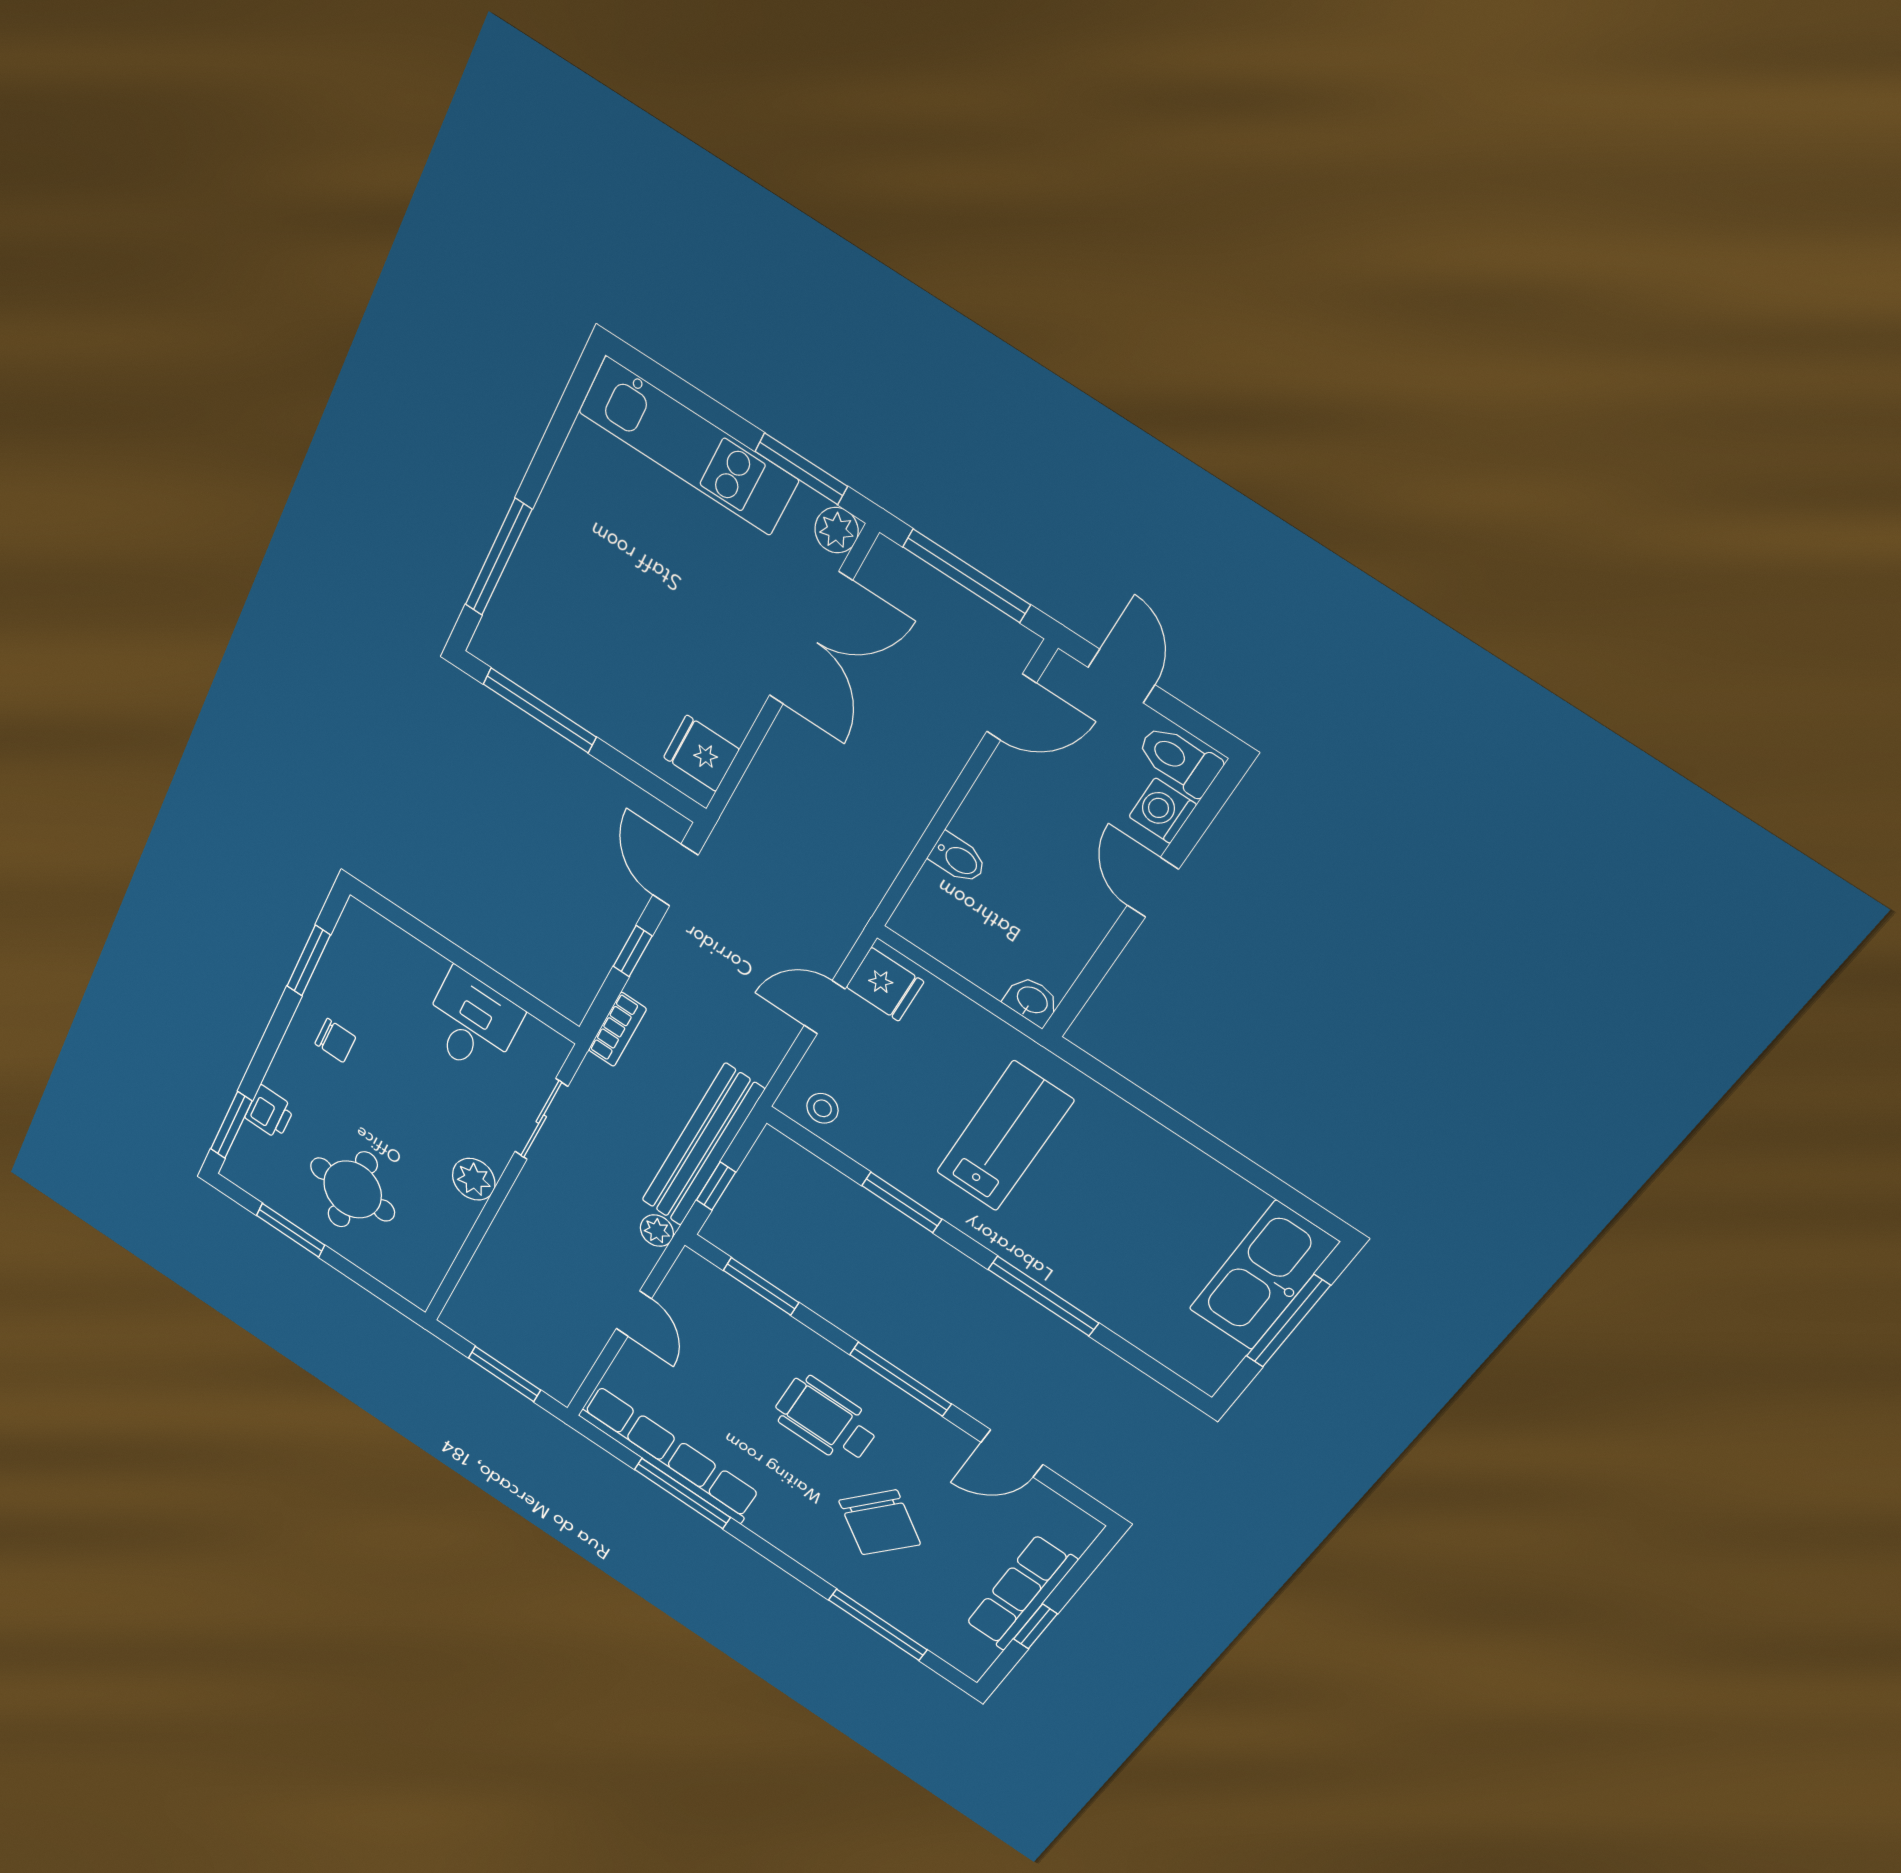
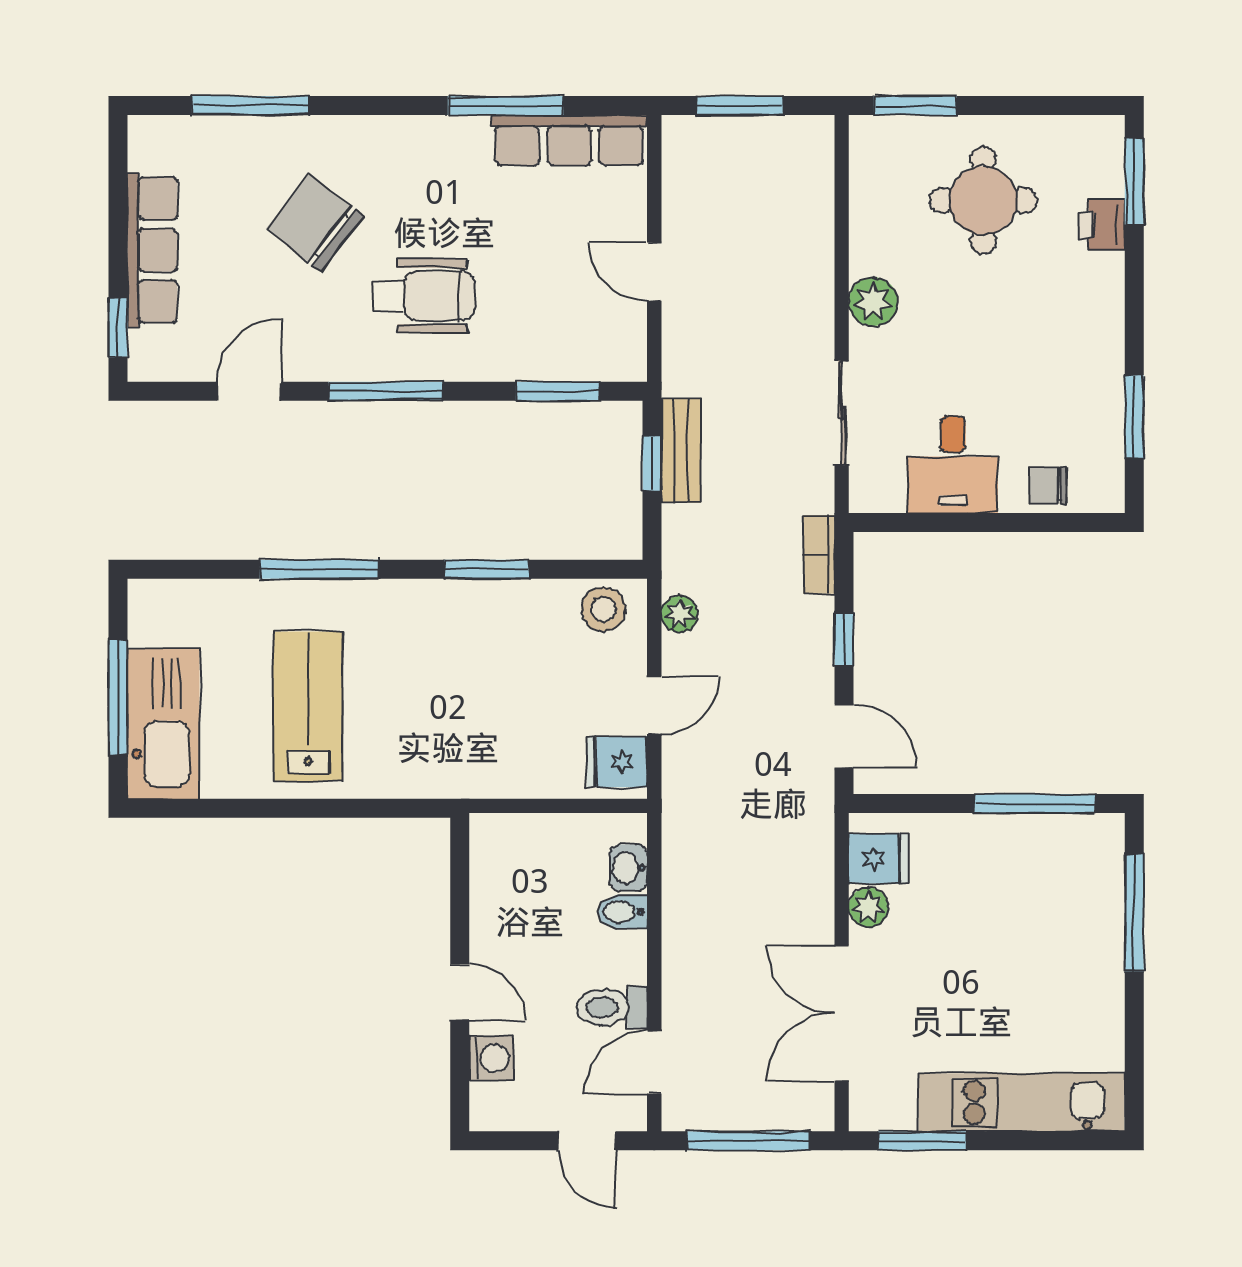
plant: (837, 530) -> (869, 907), moved
toilet: (1179, 760) -> (612, 1007), moved, turned 180
washbasin: (1032, 1001) -> (628, 868), moved, turned 90
chair: (335, 1040) -> (1048, 486), moved
stool: (822, 1108) -> (603, 609), width x1.37, depth x1.37
lab bench: (1005, 1136) -> (308, 706), moved, turned 180
bench: (703, 1145) -> (681, 451), width x0.54, depth x0.82
window: (291, 1230) -> (915, 106), moved
plant: (657, 1231) -> (679, 614), moved
row of seats: (669, 1455) -> (569, 140), width x0.73
window: (1035, 1626) -> (118, 327), moved

